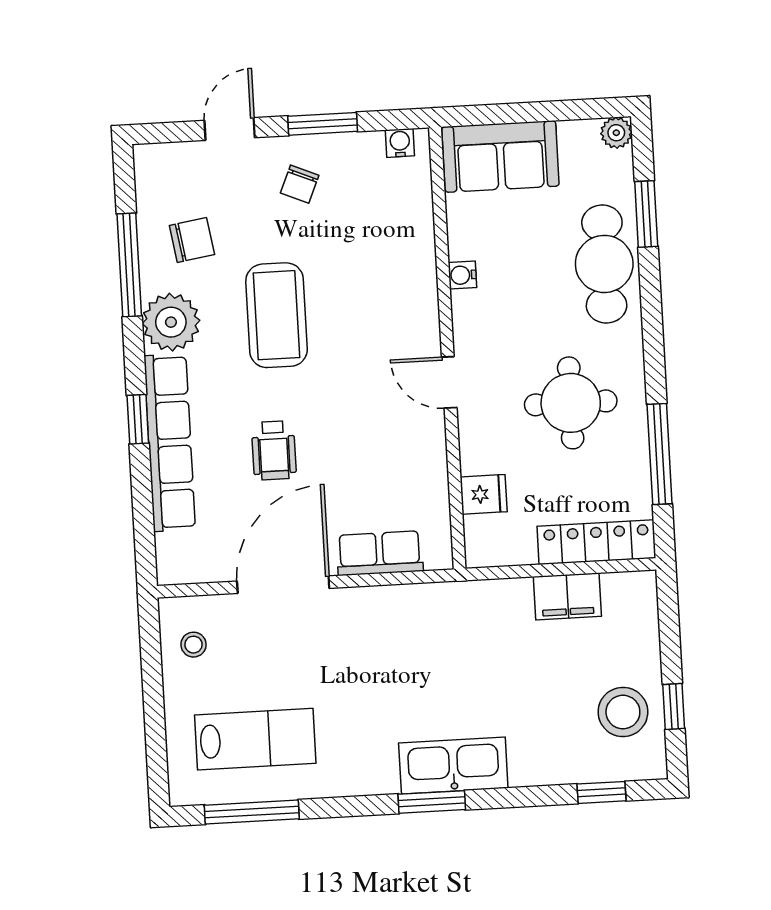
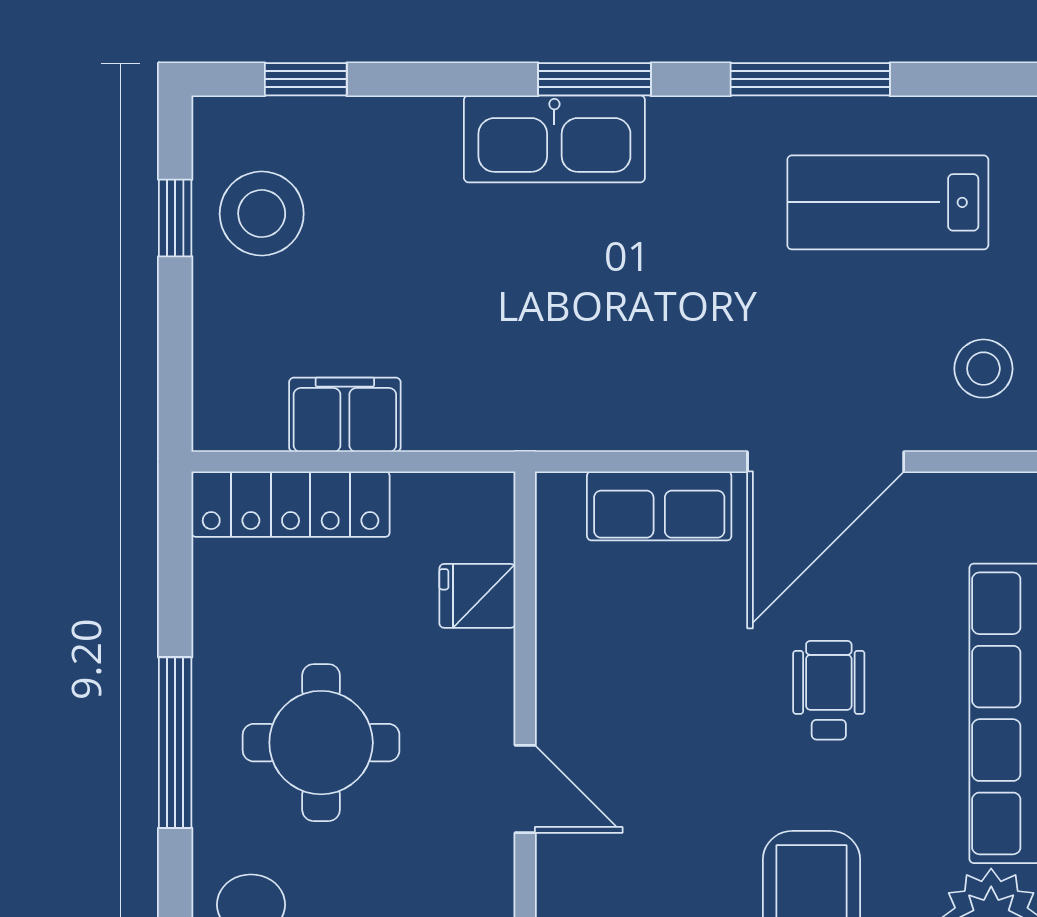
window: (660, 454) -> (175, 743), moved
stool: (194, 645) -> (983, 369), width x1.37, depth x1.37
window: (252, 812) -> (810, 79), moved

